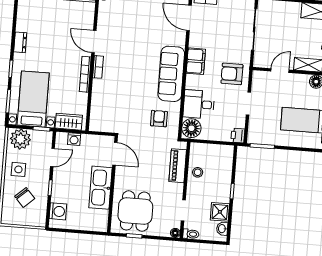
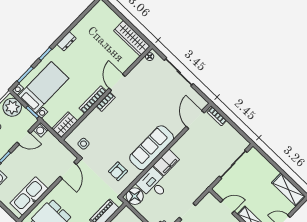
filing cabinet: (196, 61) -> (166, 162), moved
armchair: (232, 74) -> (193, 182), removed
side table: (109, 119) -> (84, 144), added
armchair: (159, 119) -> (118, 171), turned 180
wardrobe: (69, 122) -> (65, 124), moved, turned -90
washing machine: (74, 139) -> (41, 130), moved
kitchen sink: (100, 188) -> (29, 196), moved

